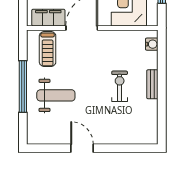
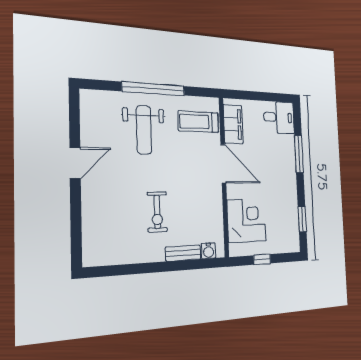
bench: (152, 84) -> (183, 253), moved
exercise bike: (120, 86) -> (157, 212), turned 90

